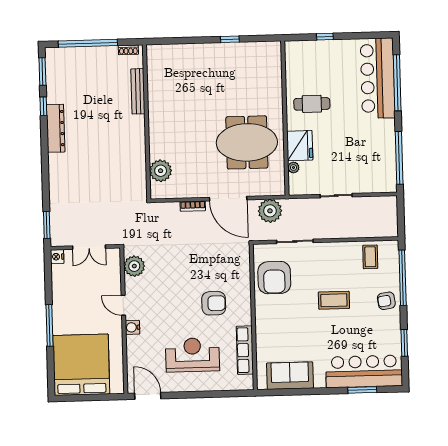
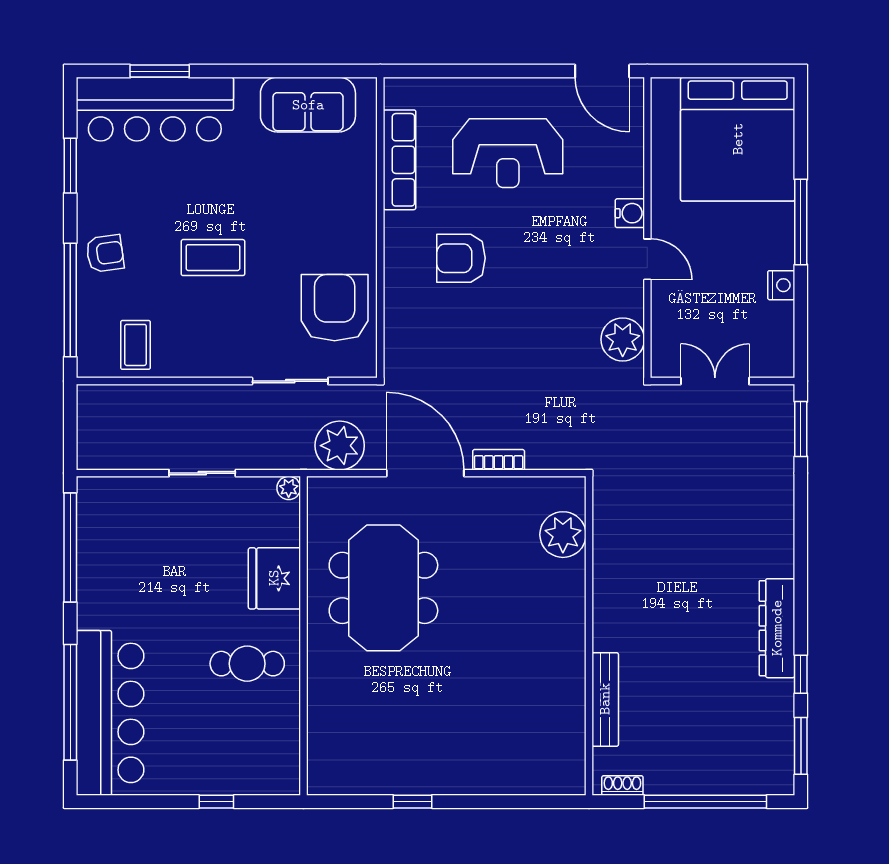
meeting table: (247, 142) -> (383, 588), turned 90
plant: (293, 168) -> (289, 488), moved
nightstand: (57, 257) -> (781, 285), moved

